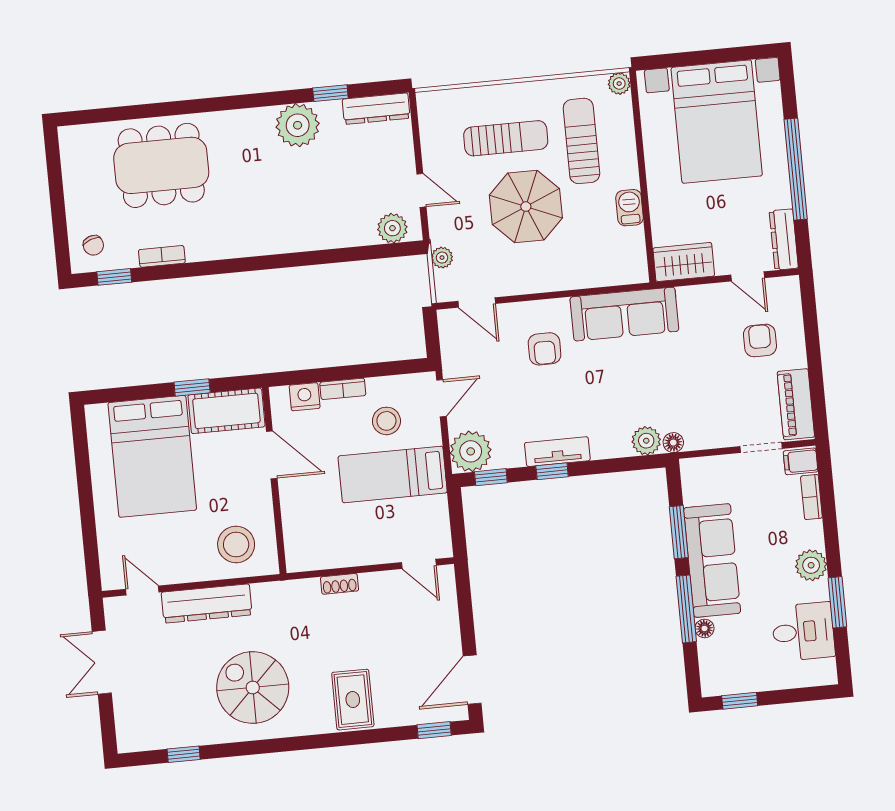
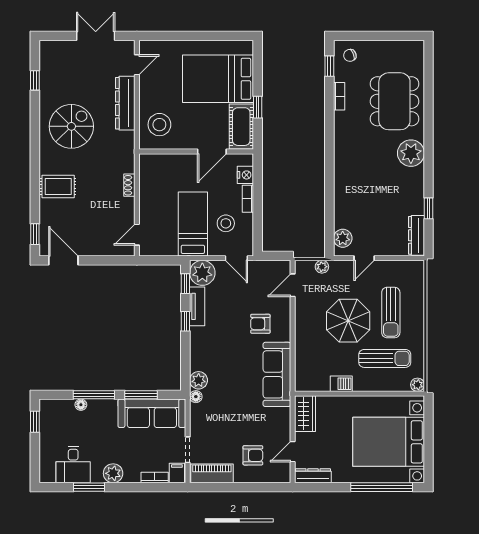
plant: (298, 125) -> (411, 153), moved
window: (796, 169) -> (382, 487), moved
tv unit: (557, 452) -> (197, 306), moved
sofa: (712, 560) -> (152, 413), moved

